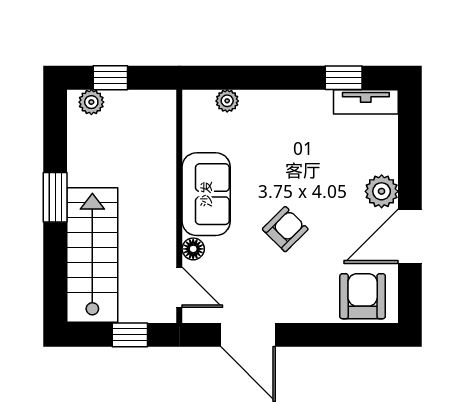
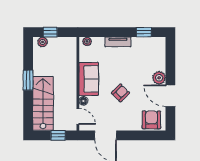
plant: (227, 101) -> (87, 41), moved
tv unit: (366, 102) -> (118, 42), moved
door: (410, 236) -> (170, 96), hinge flipped

